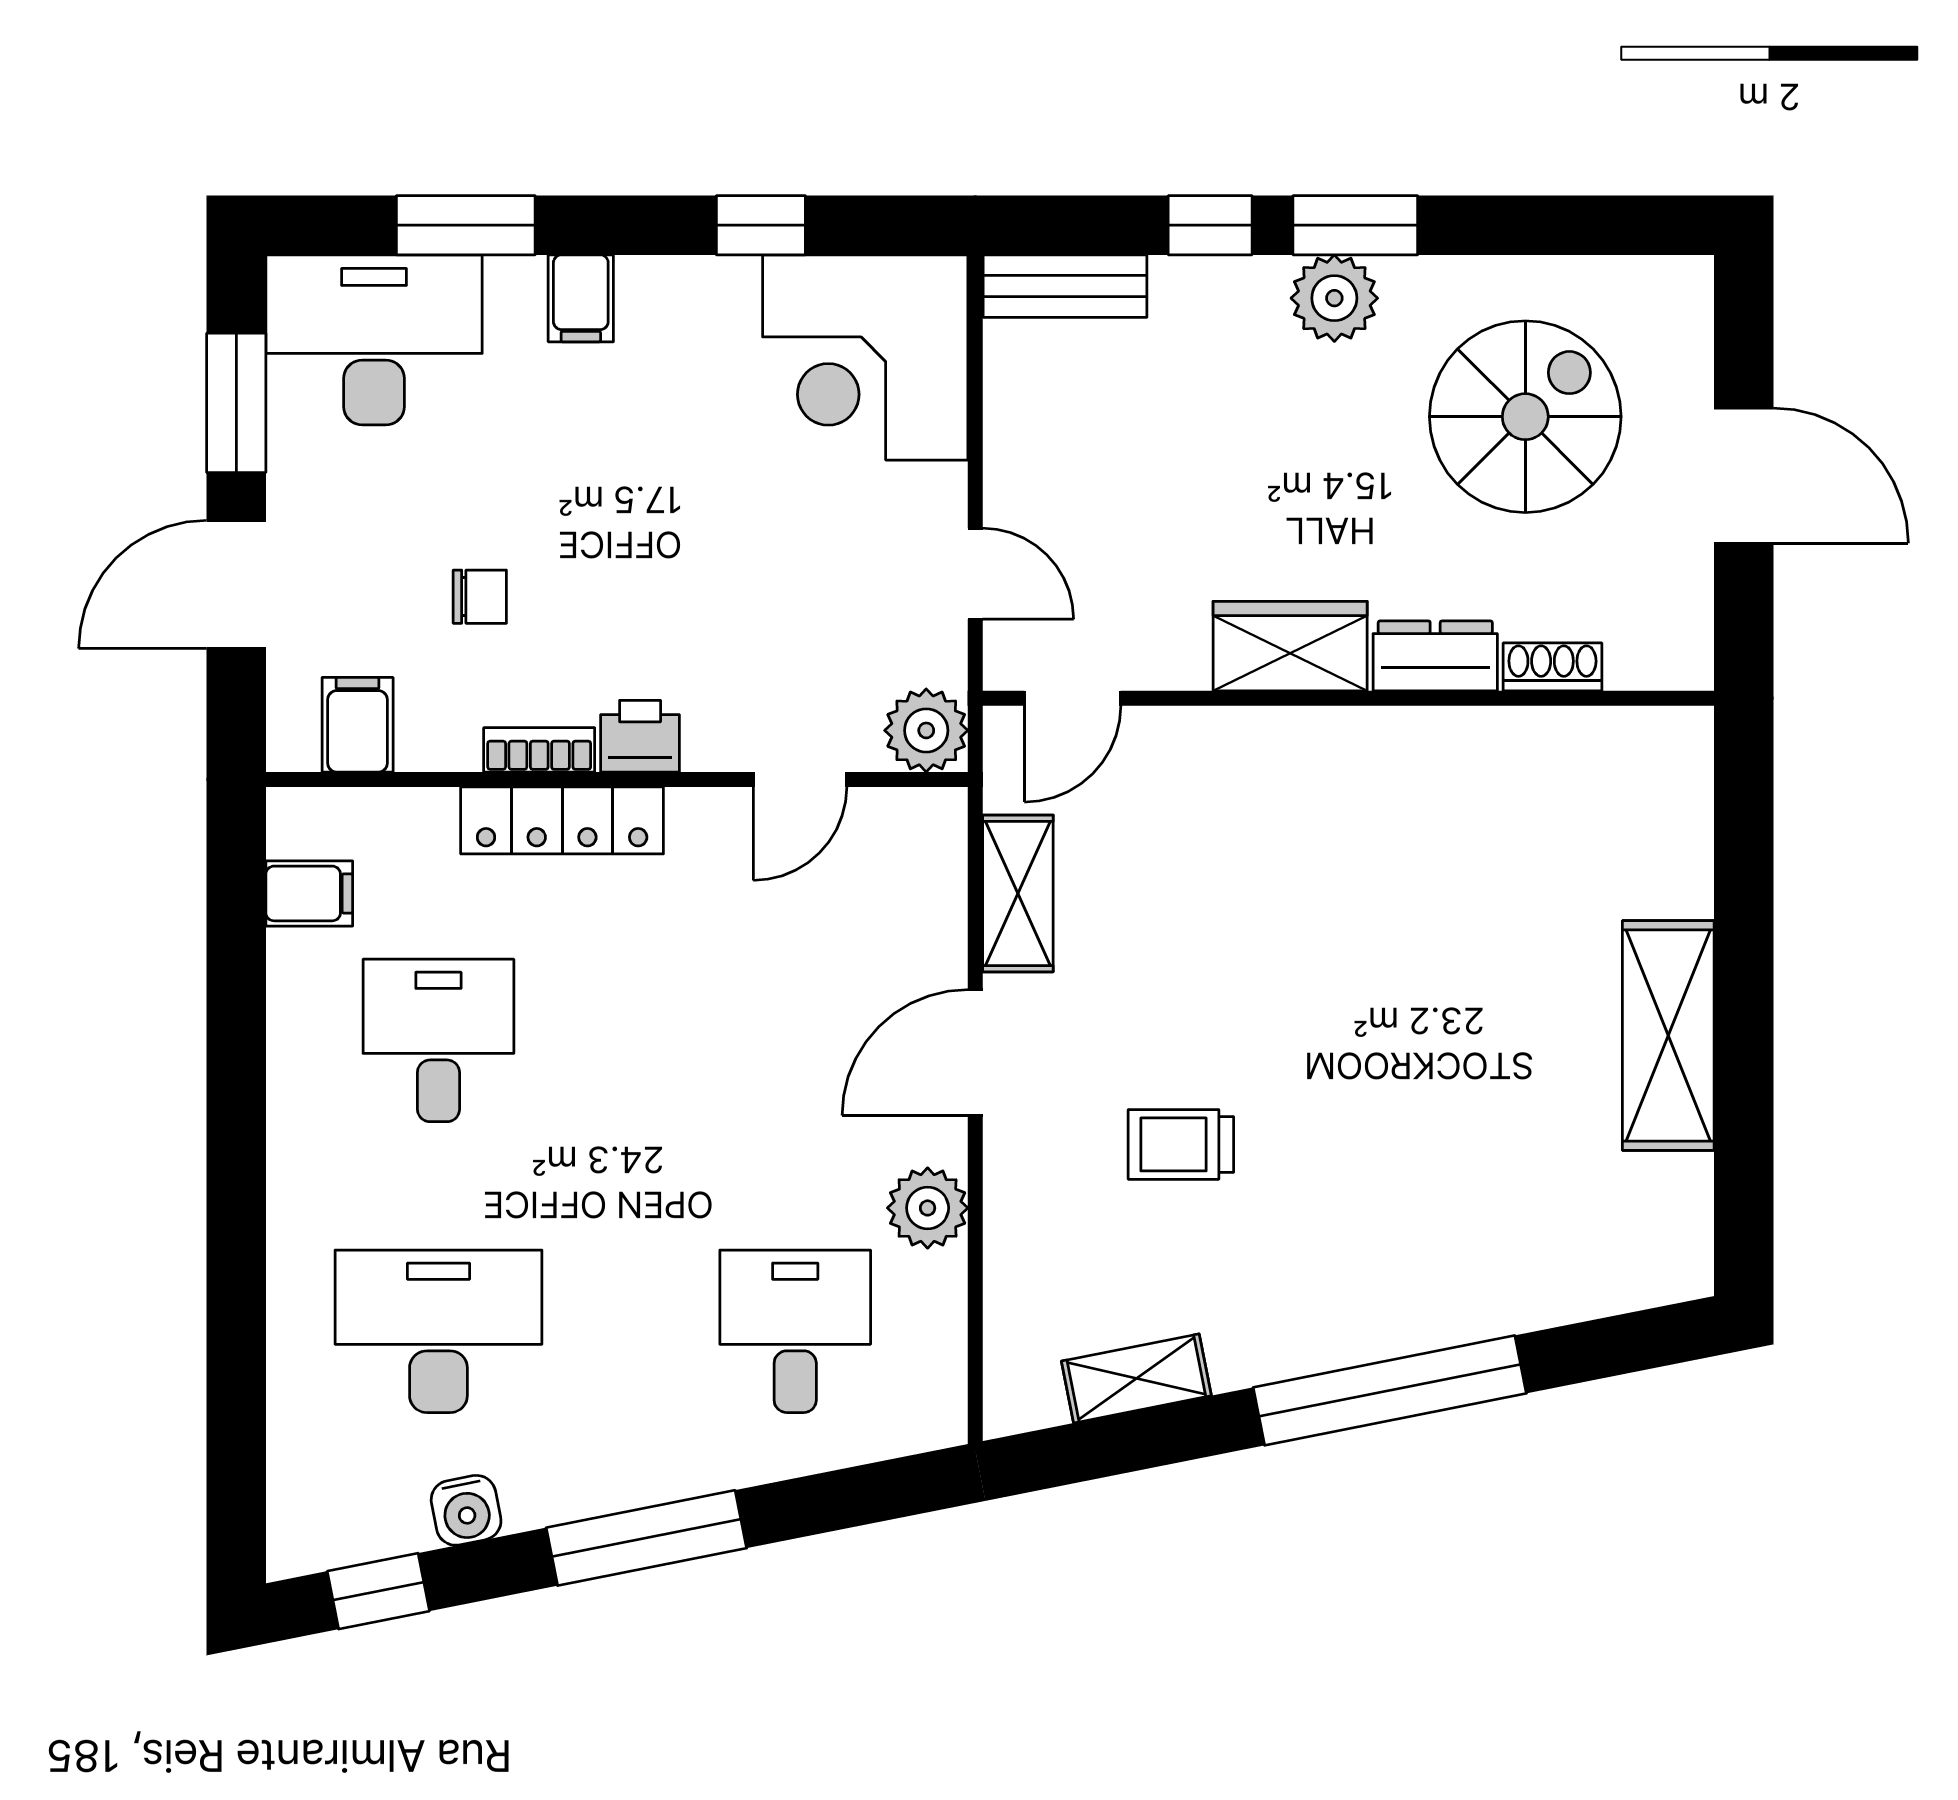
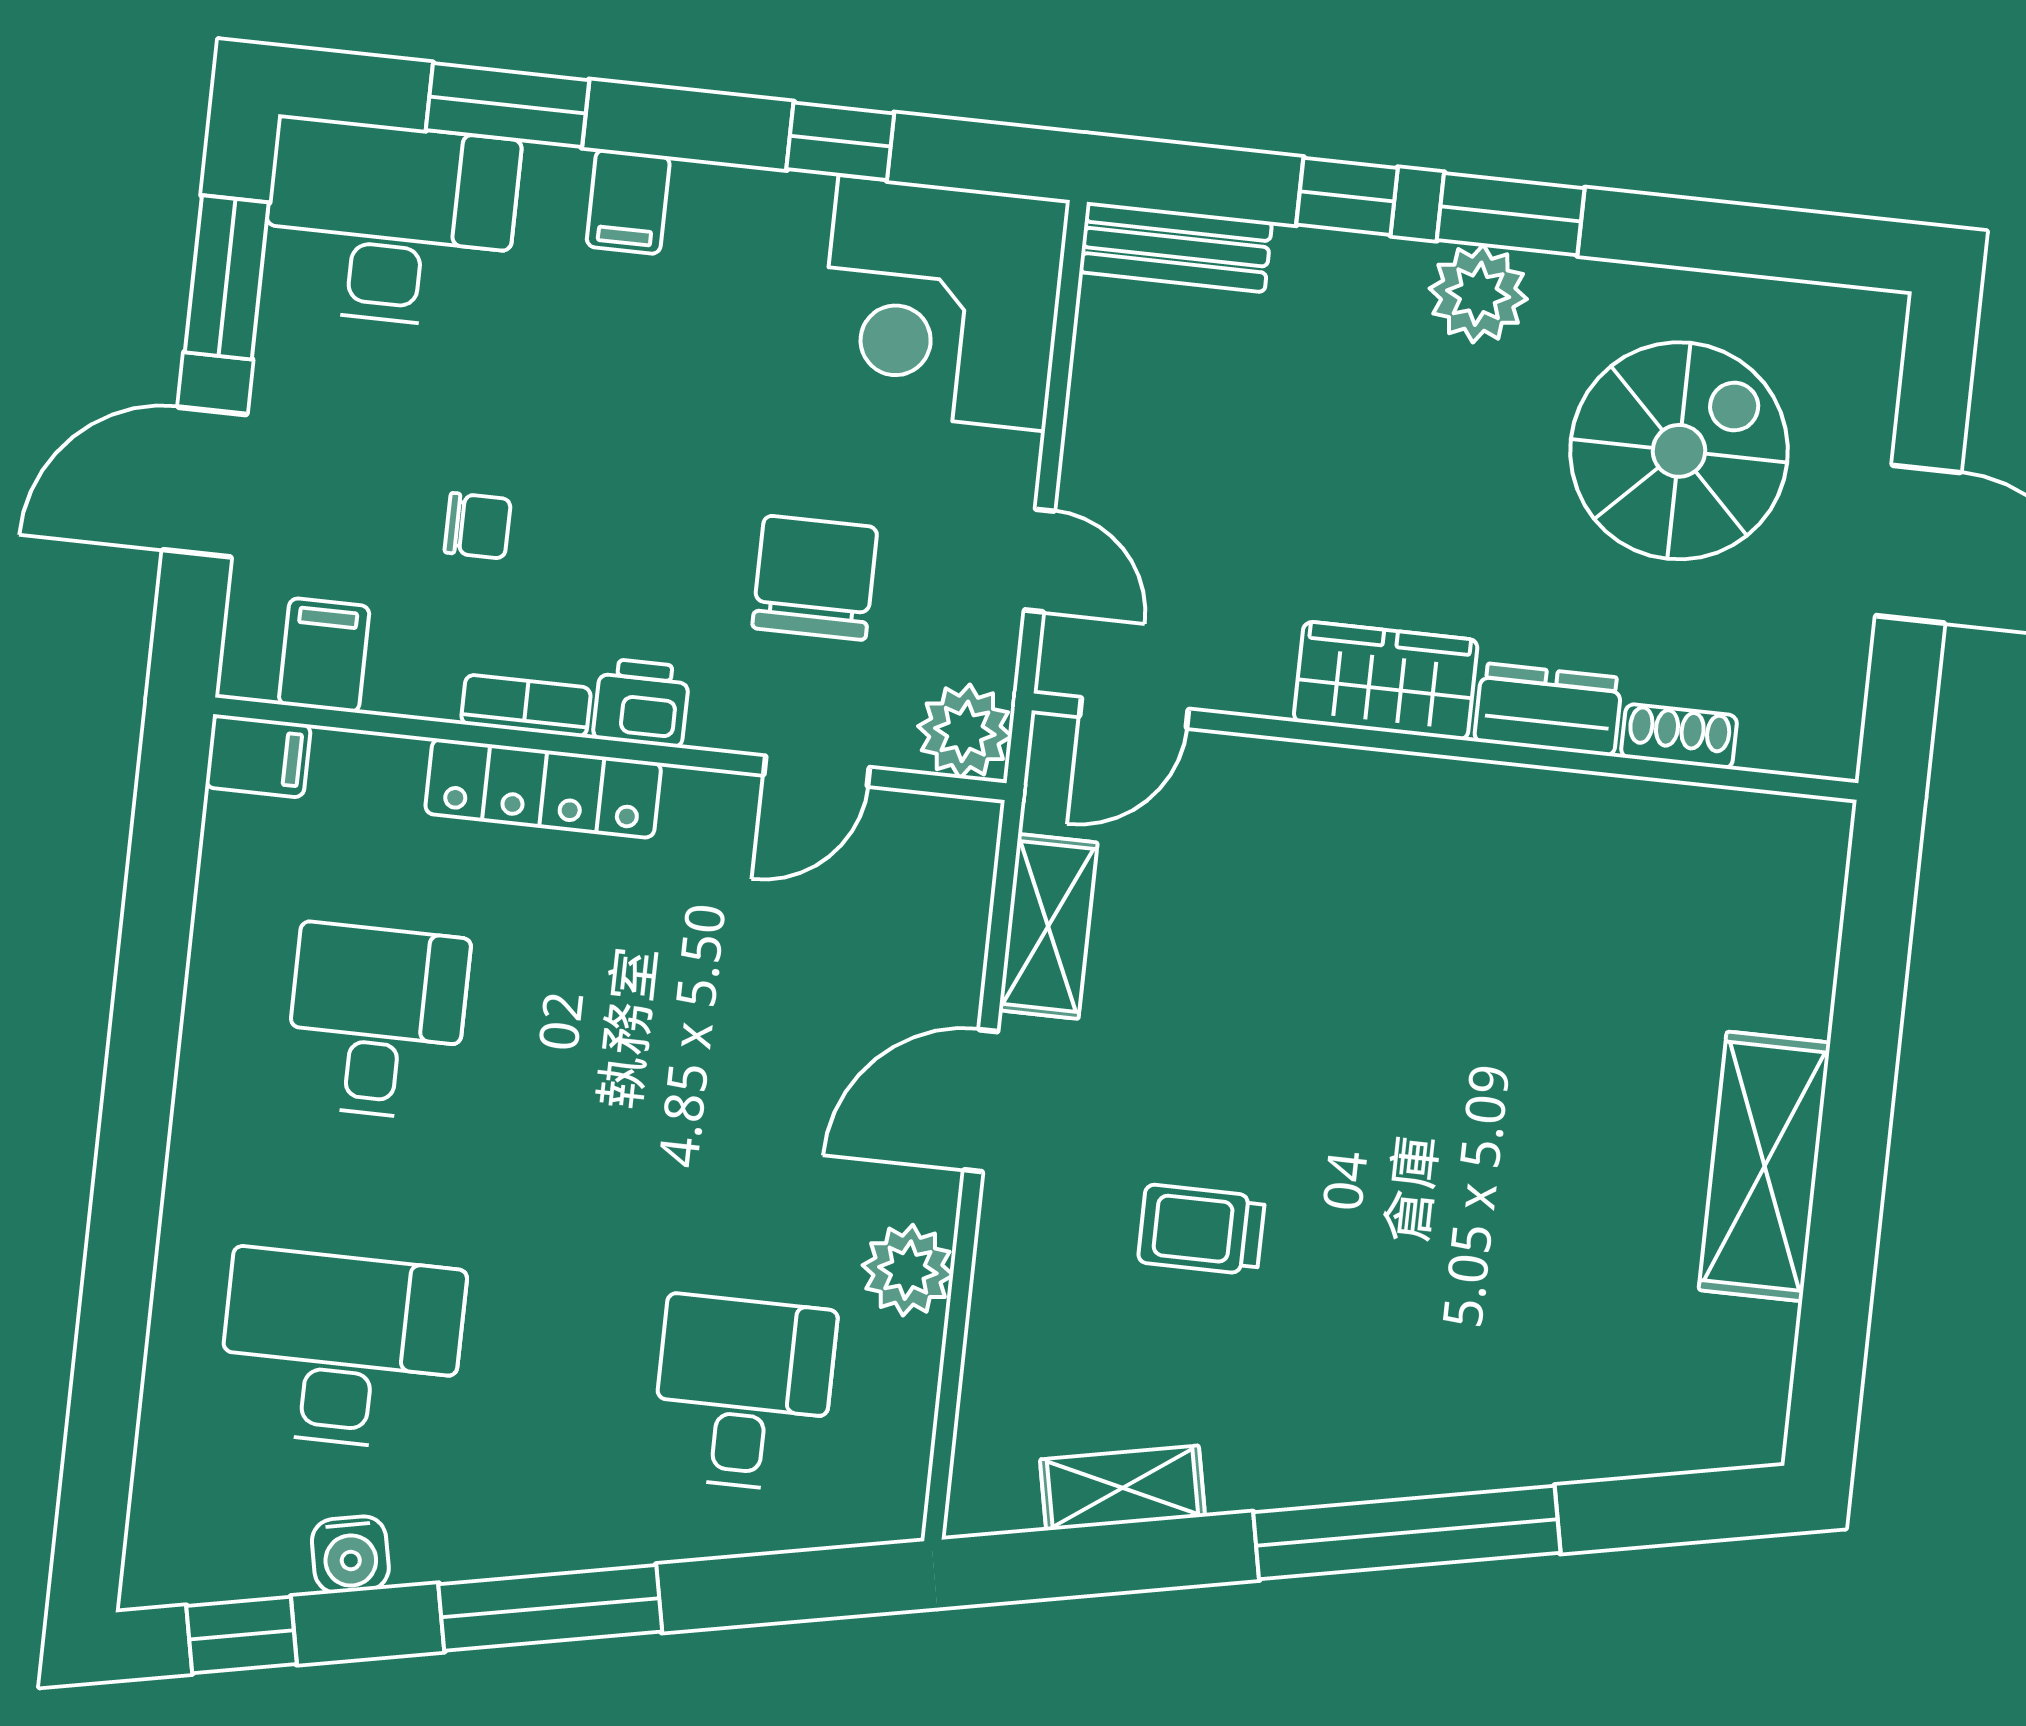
chair: (780, 610) -> (815, 578), added
filing cabinet: (309, 893) -> (258, 756), moved

